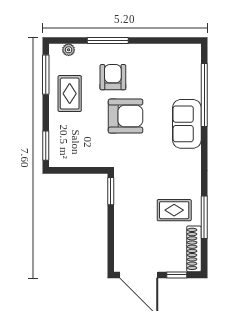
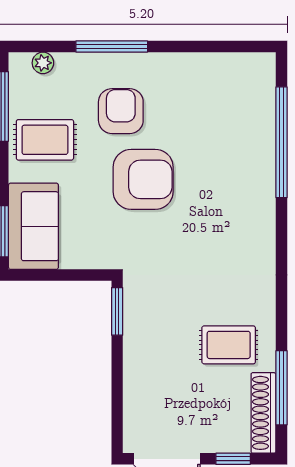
rug: (70, 94) -> (45, 140), turned 90
sofa: (187, 124) -> (33, 226), moved, turned 180
window: (204, 217) -> (281, 388), moved

